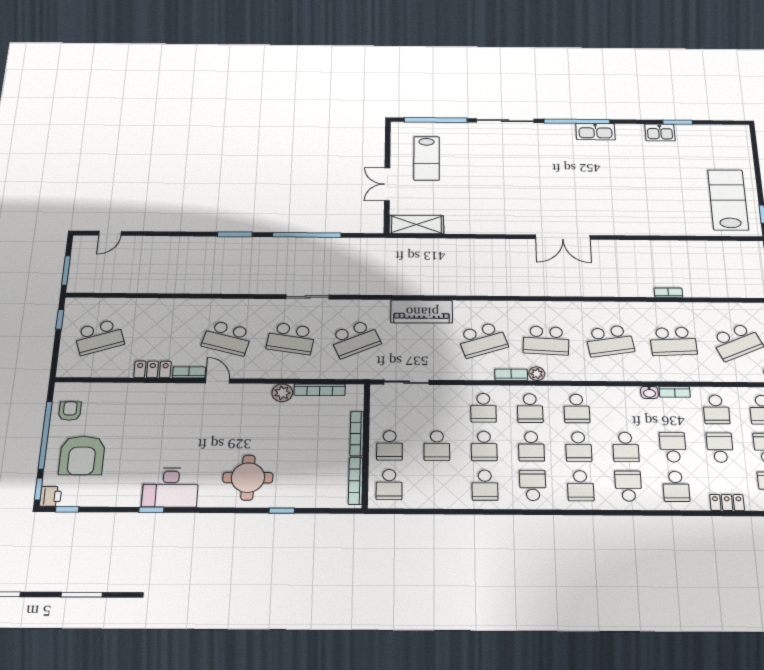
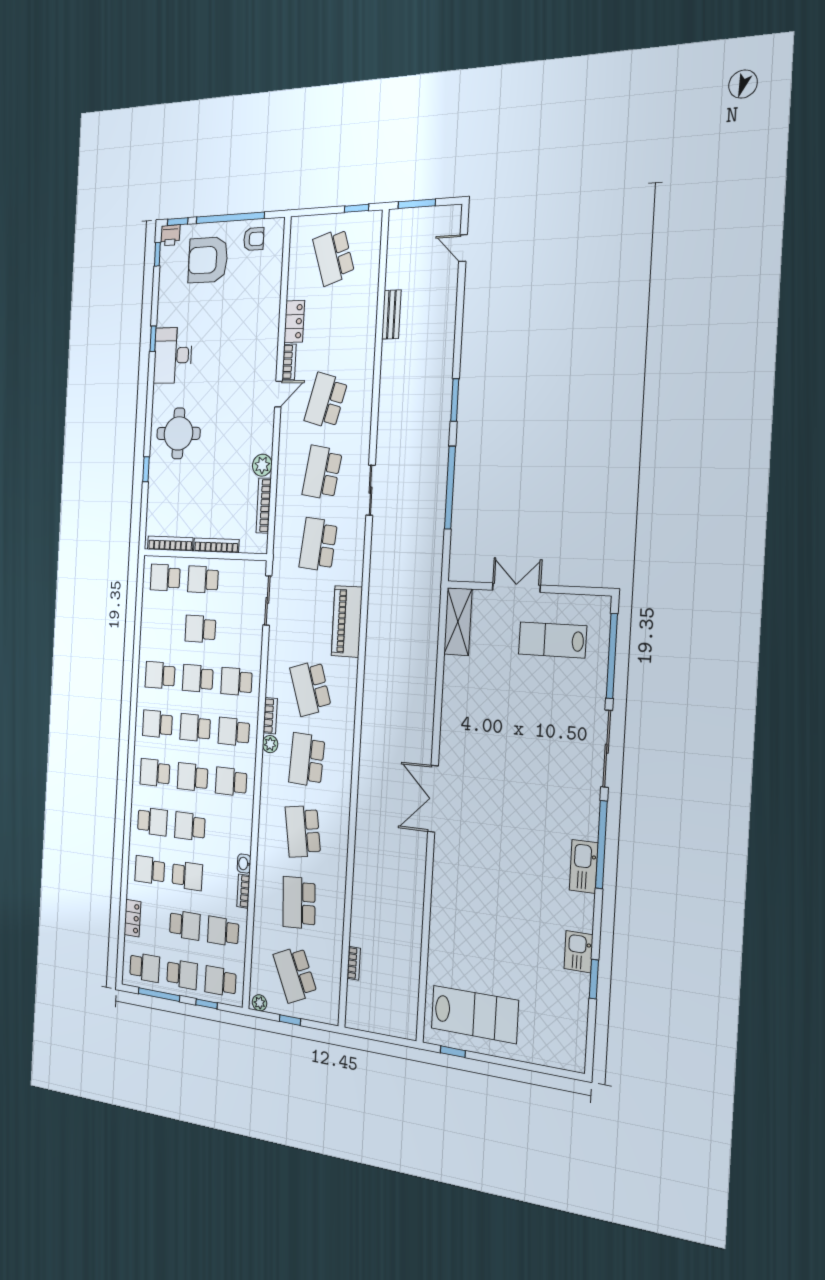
bench: (157, 287) -> (391, 315), added
bookcase: (668, 293) -> (354, 963), moved
school desk: (355, 339) -> (318, 545), turned 30
school desk: (533, 485) -> (157, 724), turned 180

